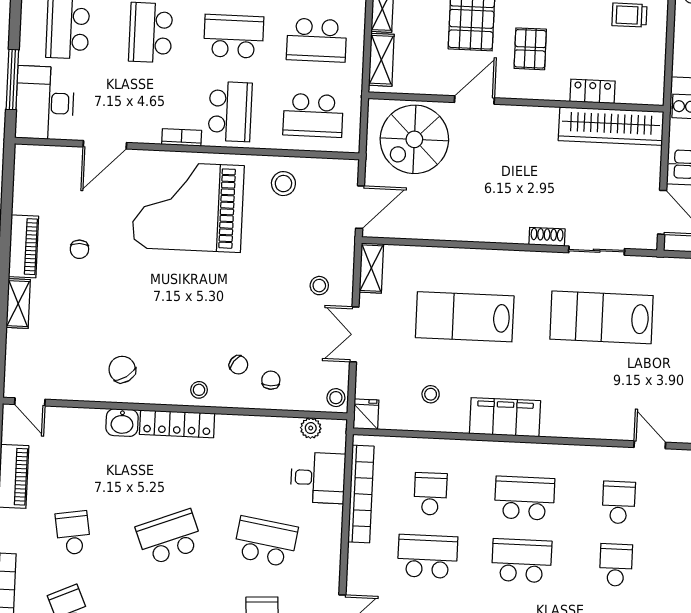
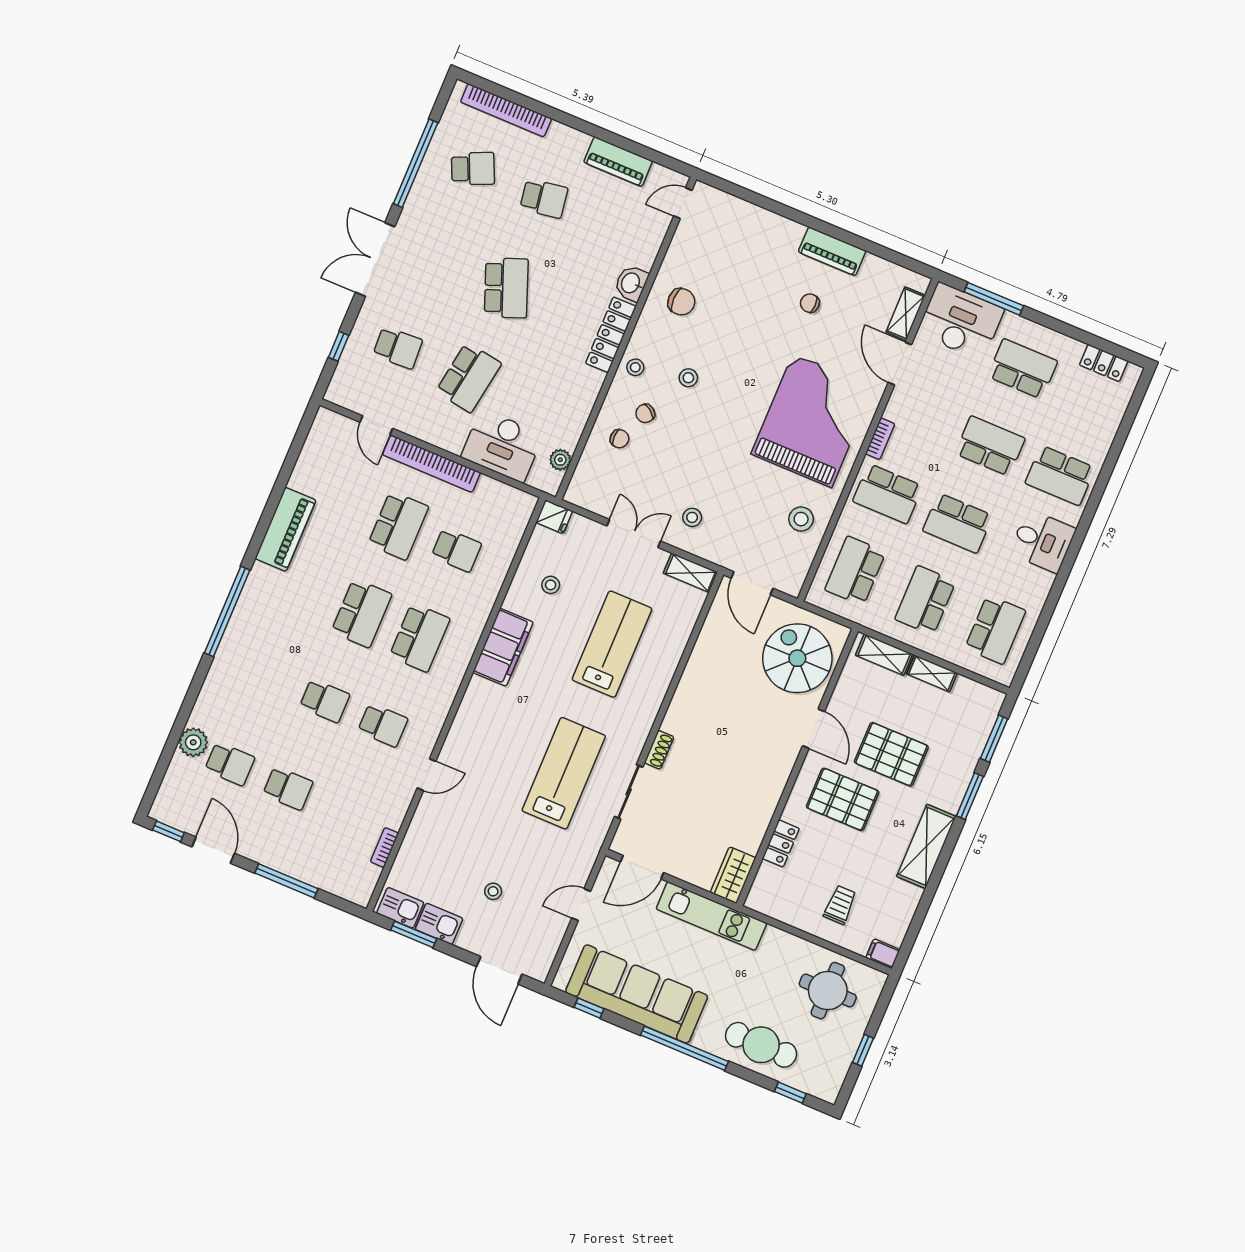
school desk: (234, 36) -> (958, 523), turned 90
pallet: (530, 49) -> (843, 799), width x1.50, depth x1.42
wardrobe: (611, 126) -> (733, 875), width x0.48, depth x0.85
shelving: (18, 304) -> (906, 314), moved, turned 90
chair: (122, 369) -> (681, 302), turned 34
stool: (336, 398) -> (688, 378), moved
desk: (318, 478) -> (502, 446), width x1.37
bookcase: (361, 494) -> (431, 464), moved

